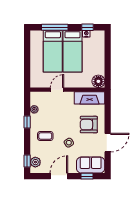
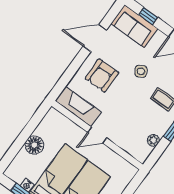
floor lamp: (98, 81) -> (34, 145), moved
door: (57, 90) -> (97, 135), moved
armchair: (89, 125) -> (102, 76), turned 90

